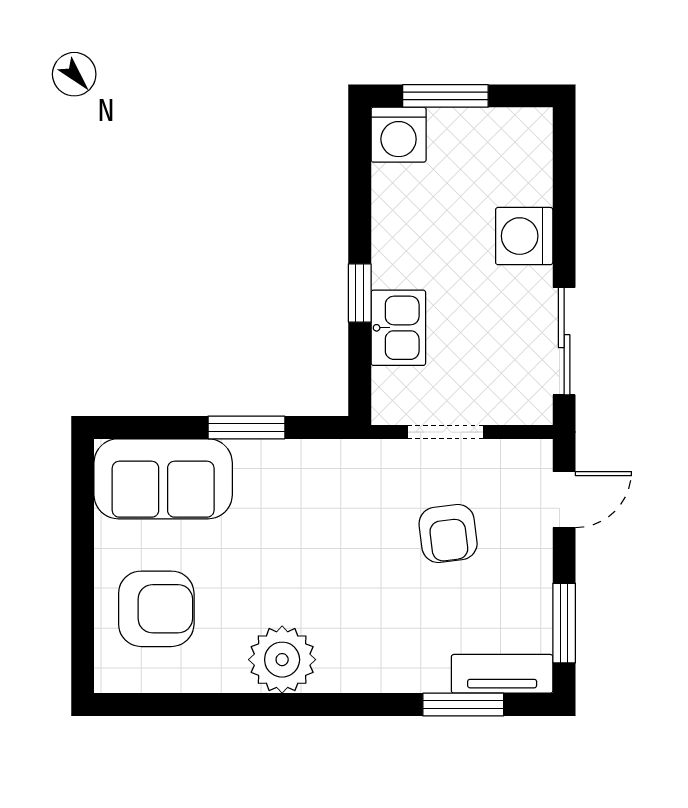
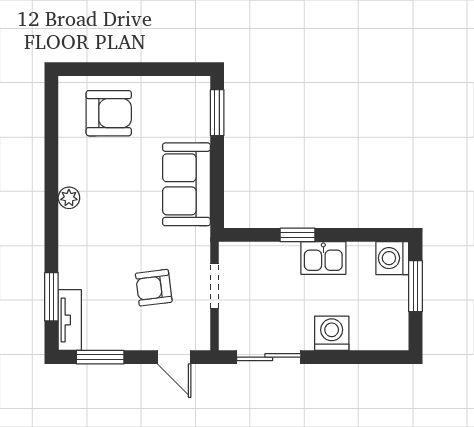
kitchen sink: (398, 328) -> (323, 258), moved
window: (246, 427) -> (217, 113), moved
sofa: (163, 479) -> (186, 184), moved
armchair: (156, 609) -> (109, 113), turned -90
plant: (282, 660) -> (69, 198), width x0.53, depth x0.53

